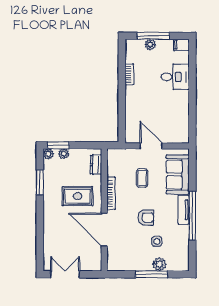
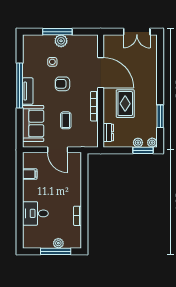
filing cabinet: (181, 45) -> (30, 174), moved
rug: (78, 196) -> (125, 104), turned 90
plant: (159, 264) -> (61, 41), moved

